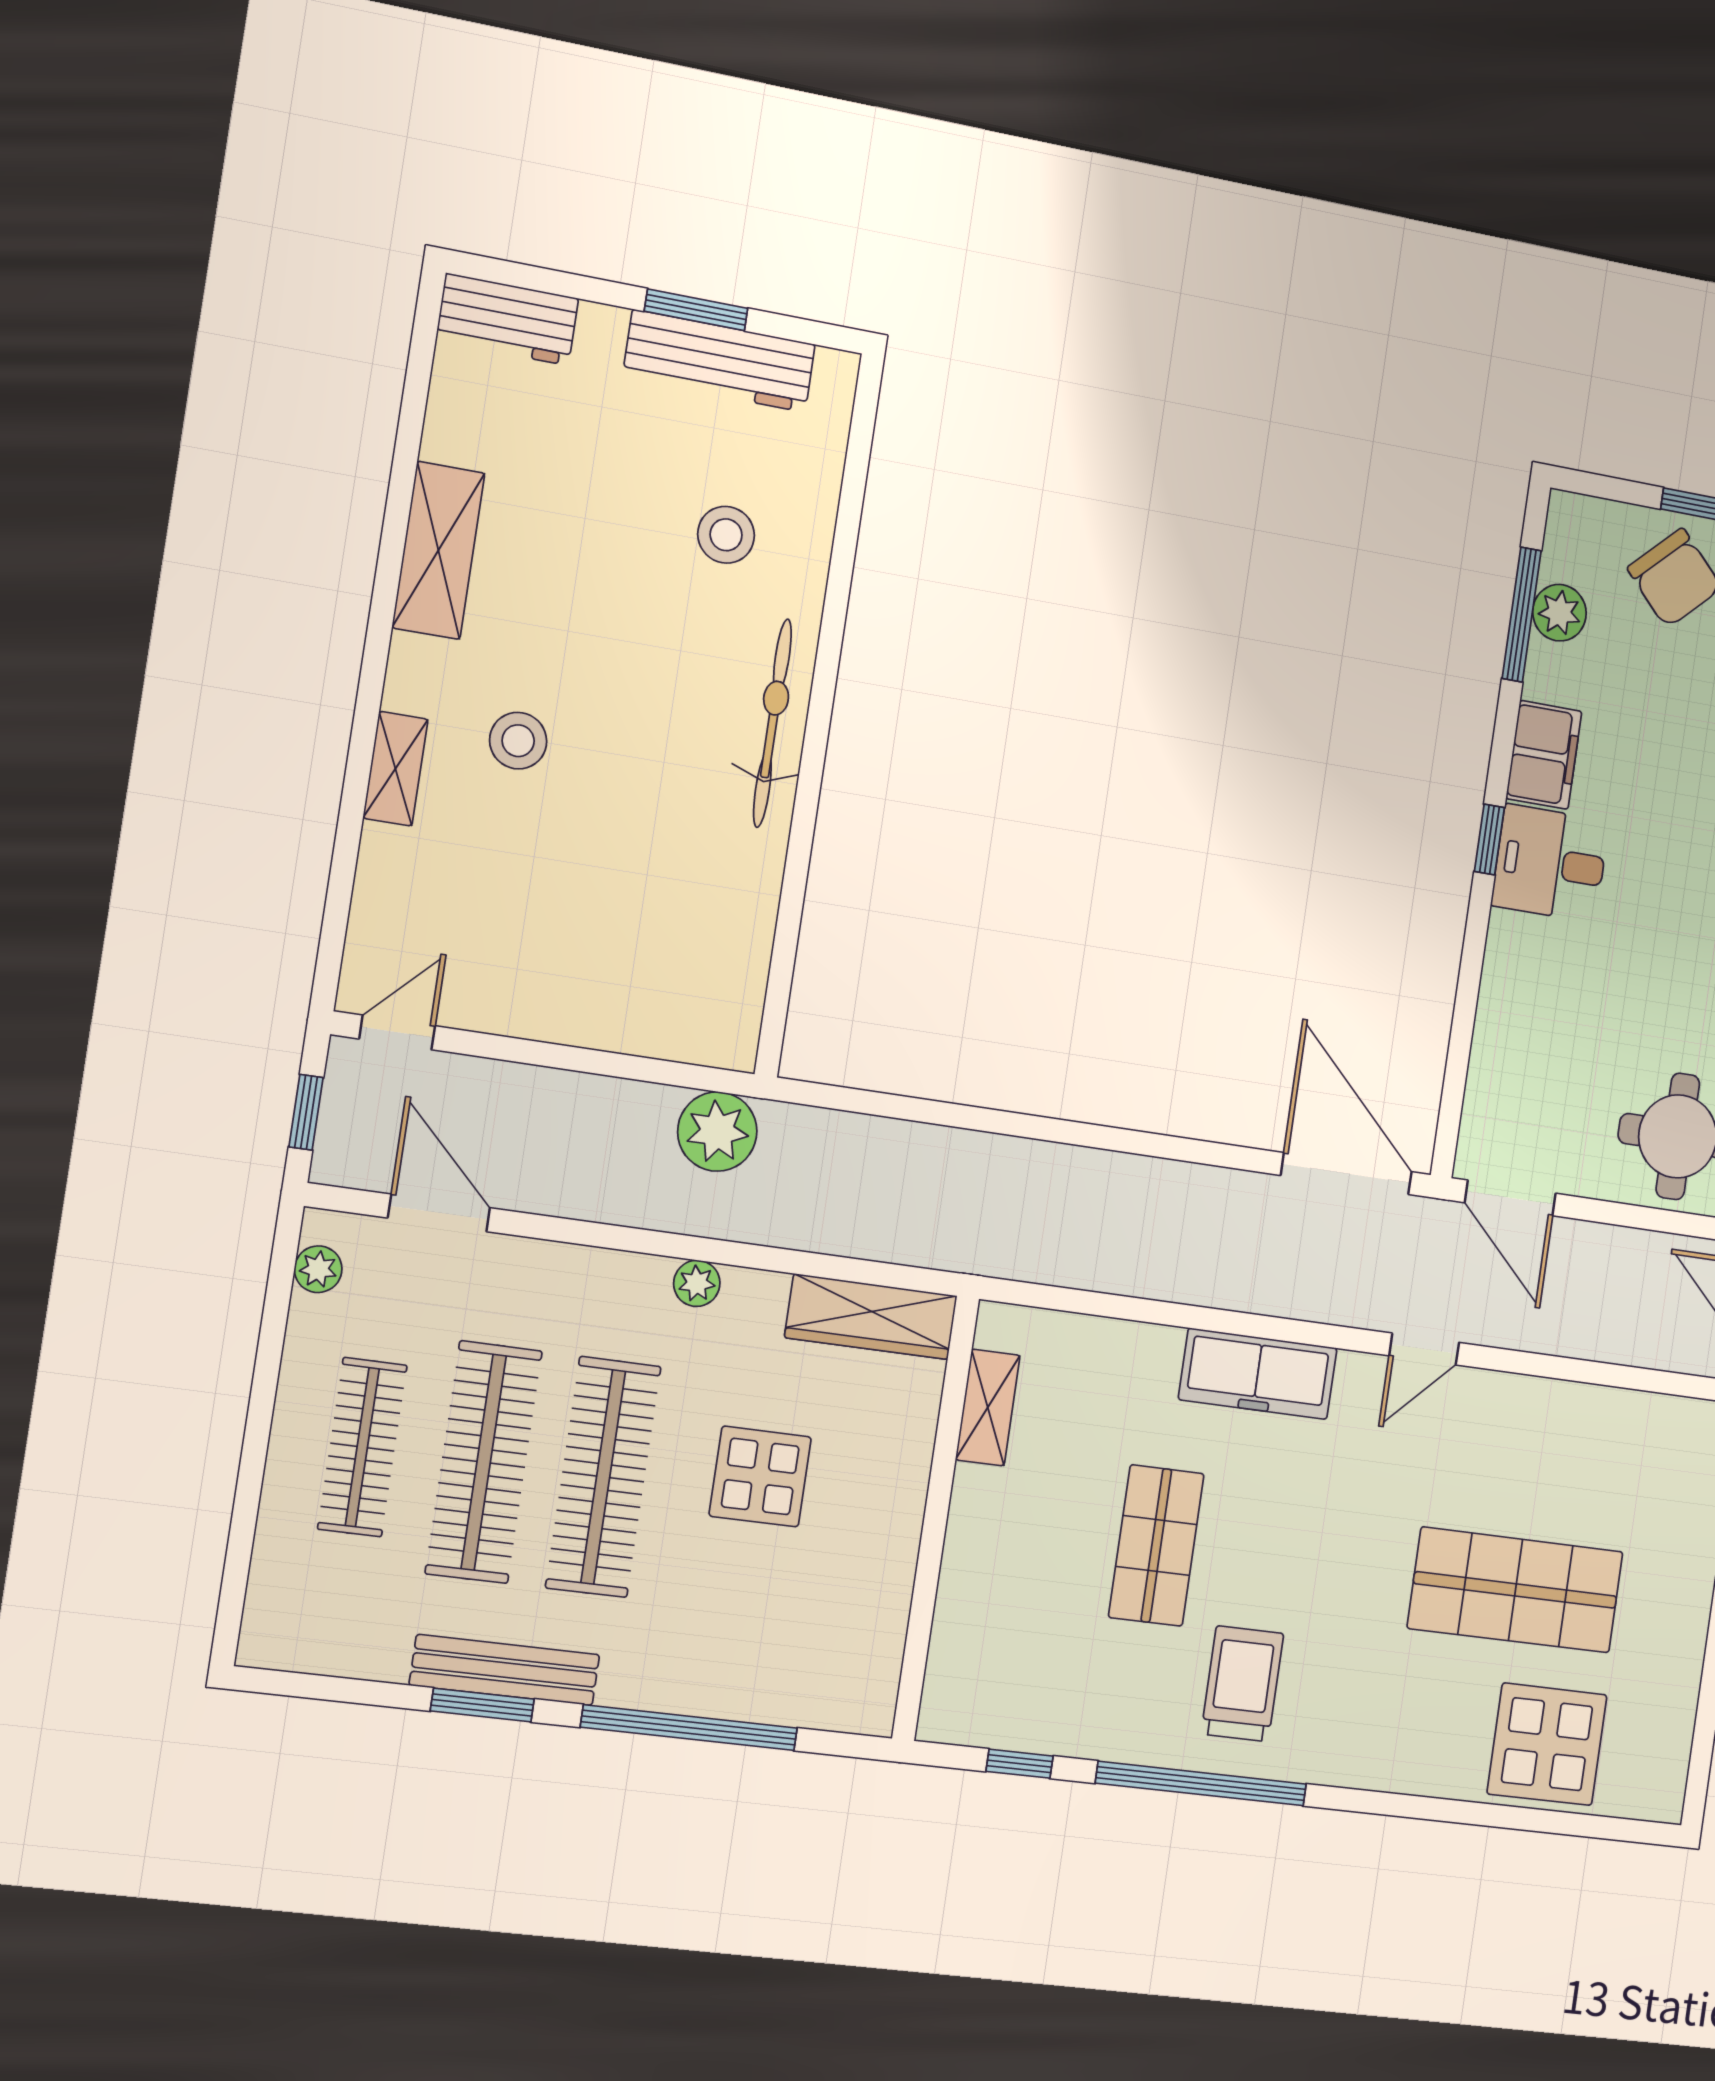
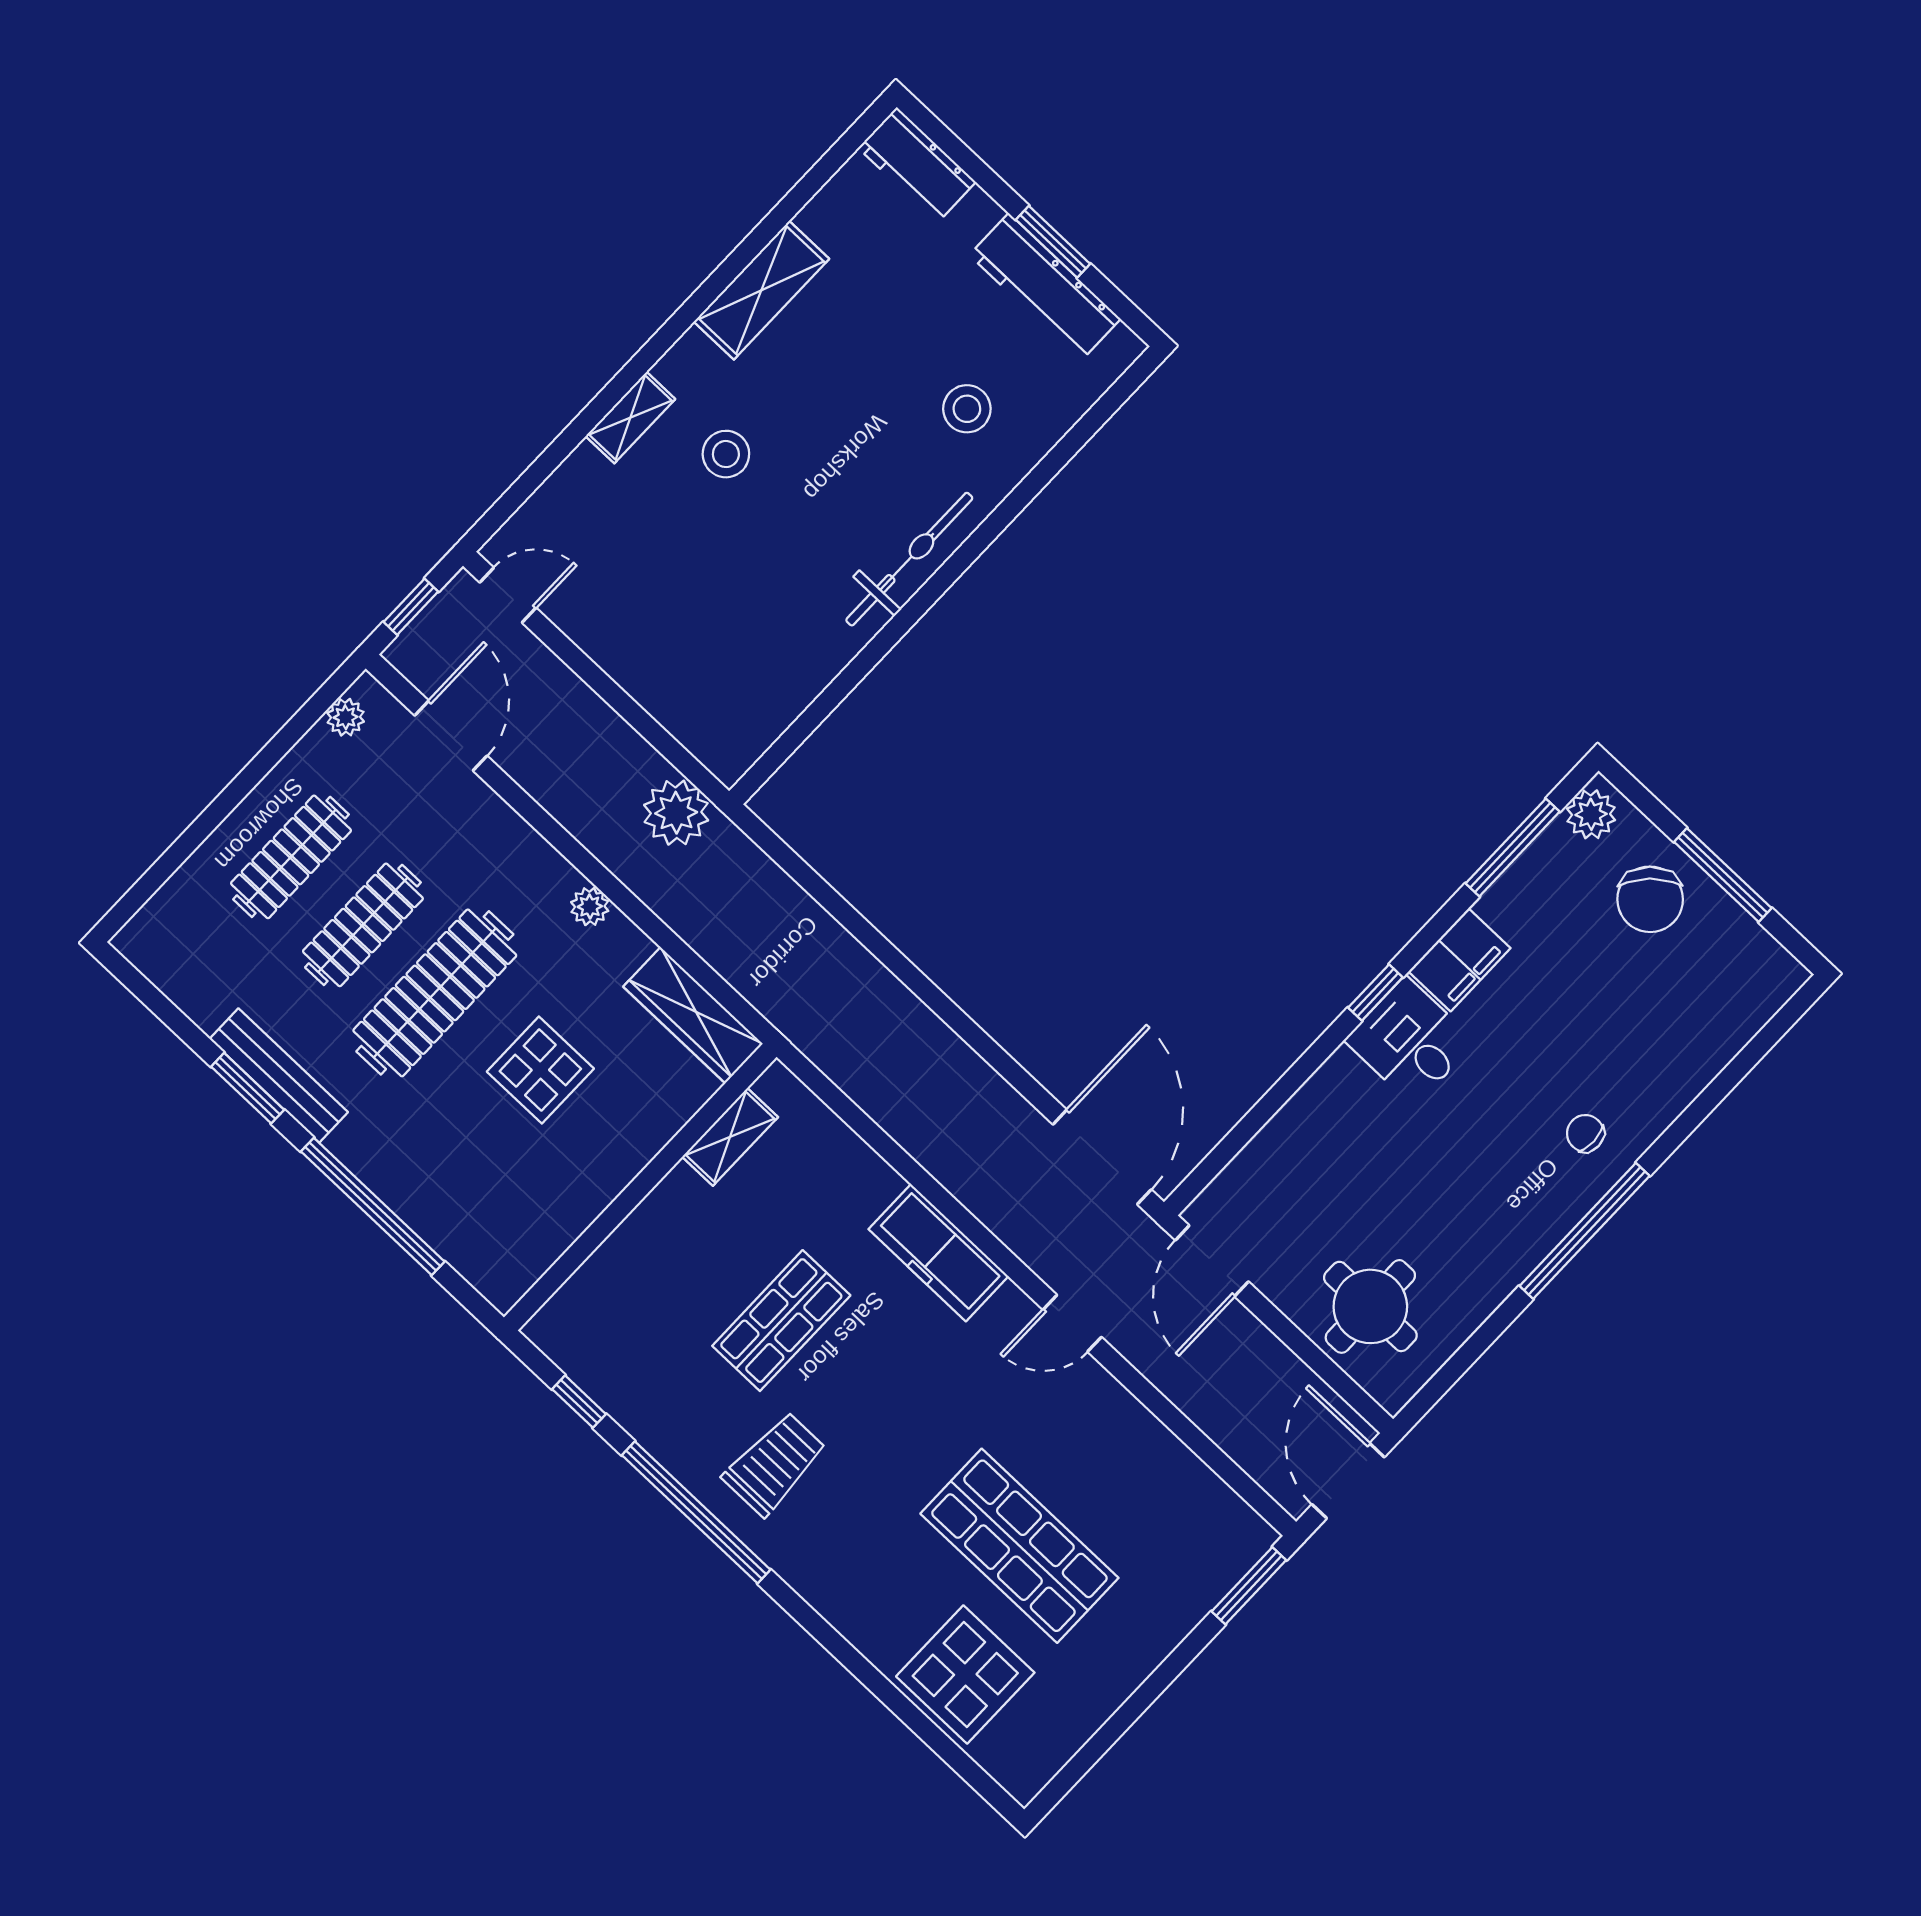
plant: (1559, 613) -> (1591, 814), moved
clothes rail: (484, 1462) -> (363, 925), width x0.73, depth x0.76

